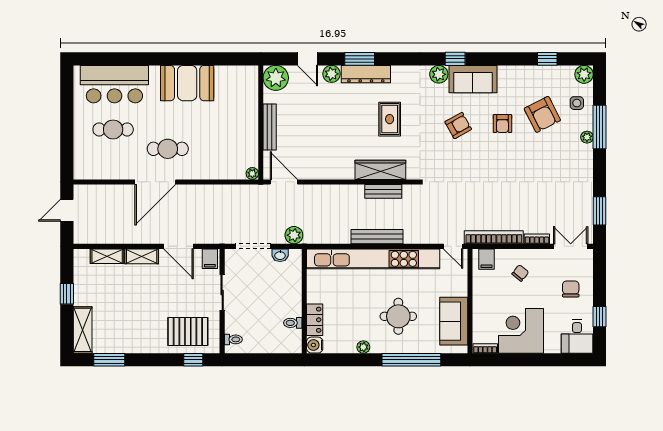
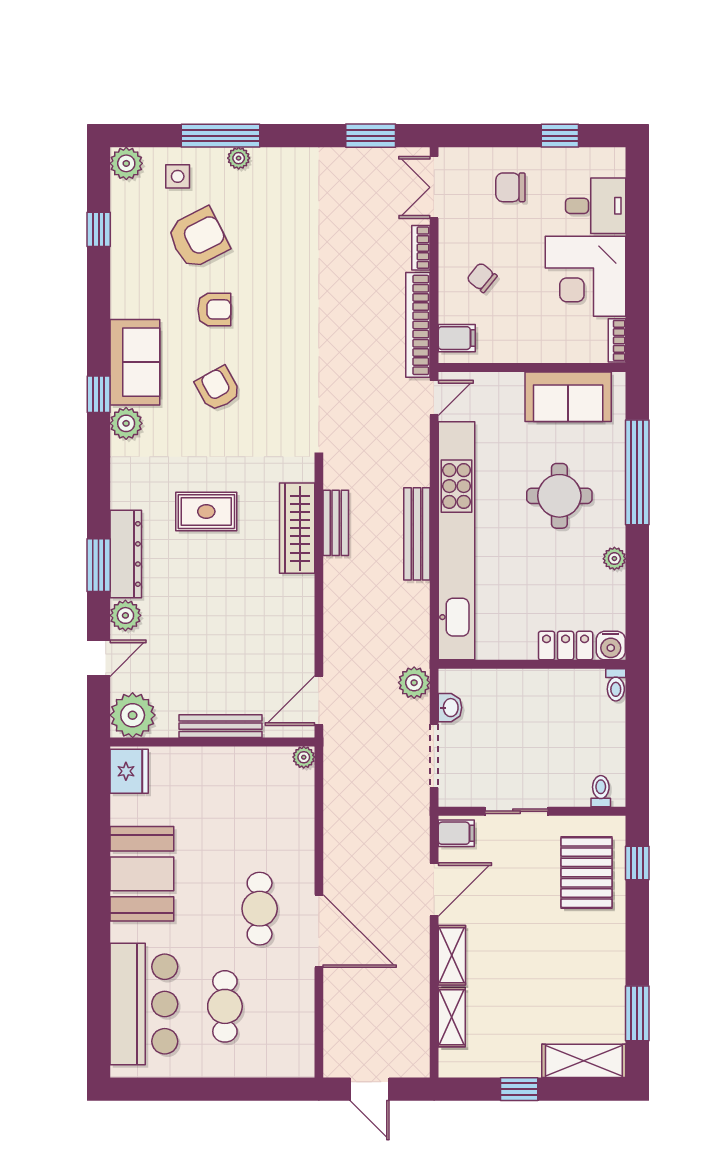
fridge: (244, 76) -> (129, 771), added
toilet: (293, 323) -> (616, 685), moved
desk: (577, 337) -> (596, 206), moved

